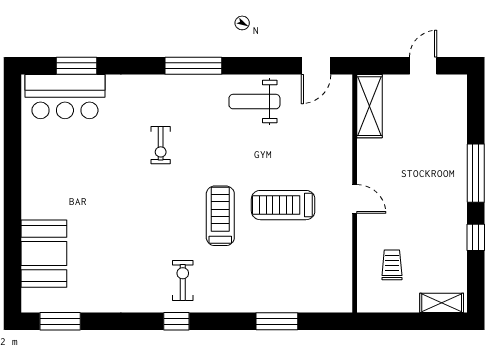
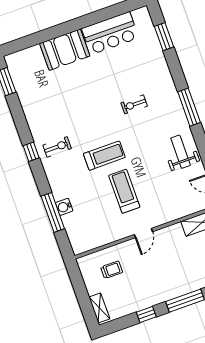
bar counter: (65, 97) -> (110, 33), moved, turned -90
booth: (44, 254) -> (65, 50), moved
water cooler: (275, 302) -> (64, 207), added
window: (277, 321) -> (53, 212), width x1.44

